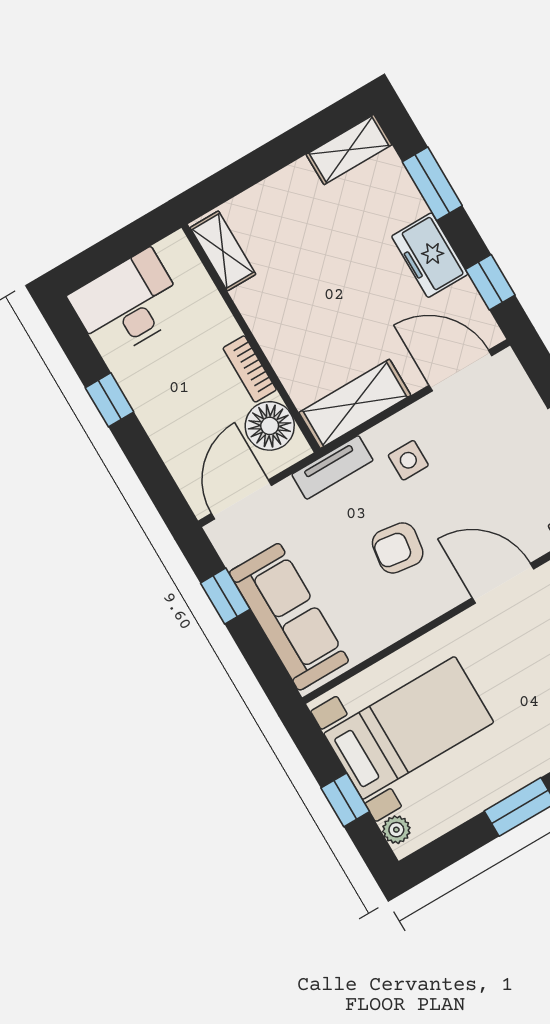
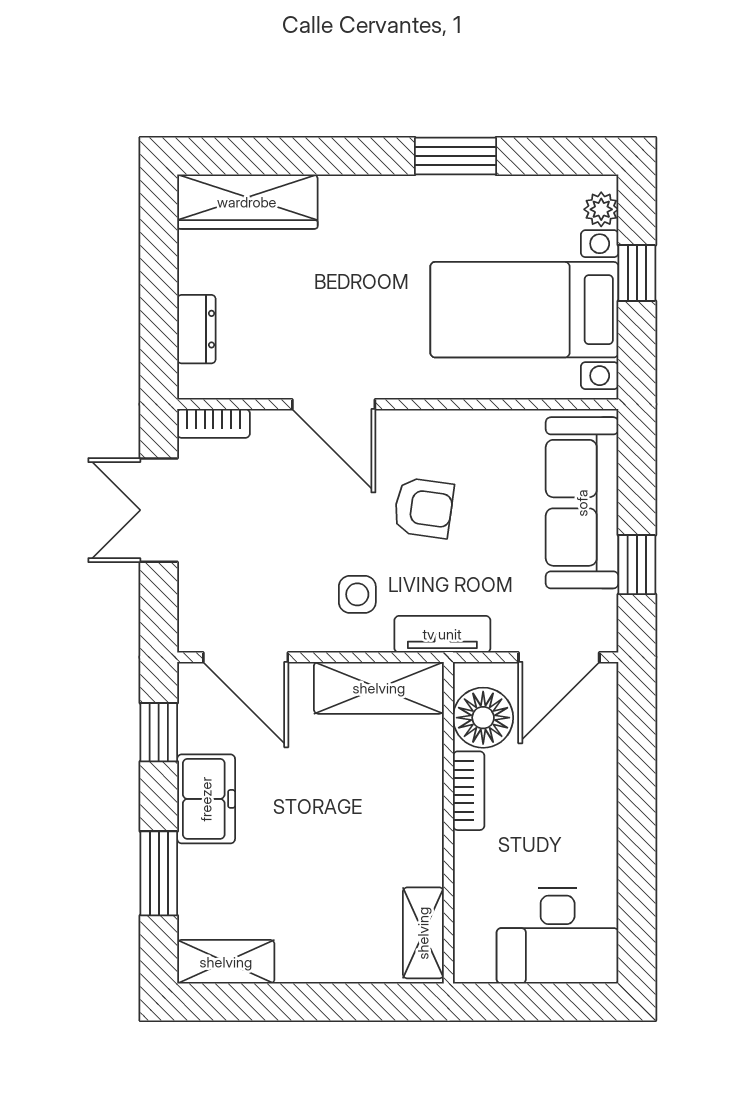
window: (110, 400) -> (637, 846), removed

